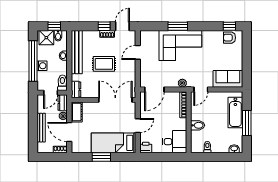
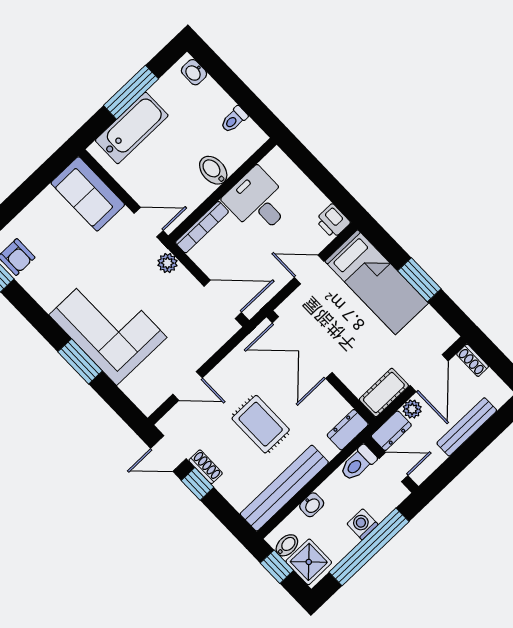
desk: (174, 142) -> (258, 202), moved

